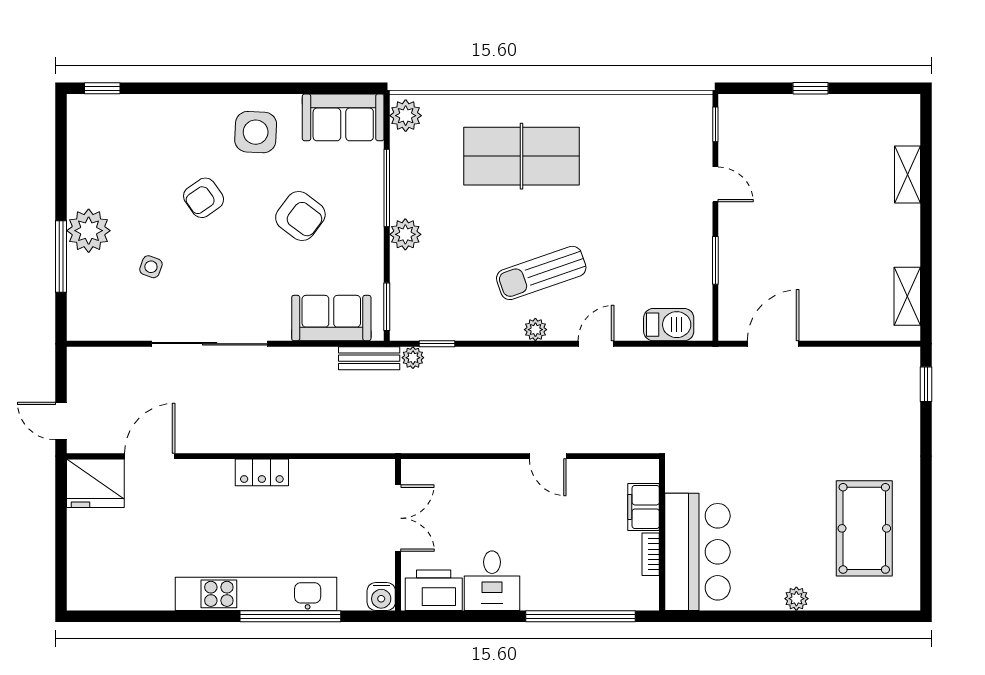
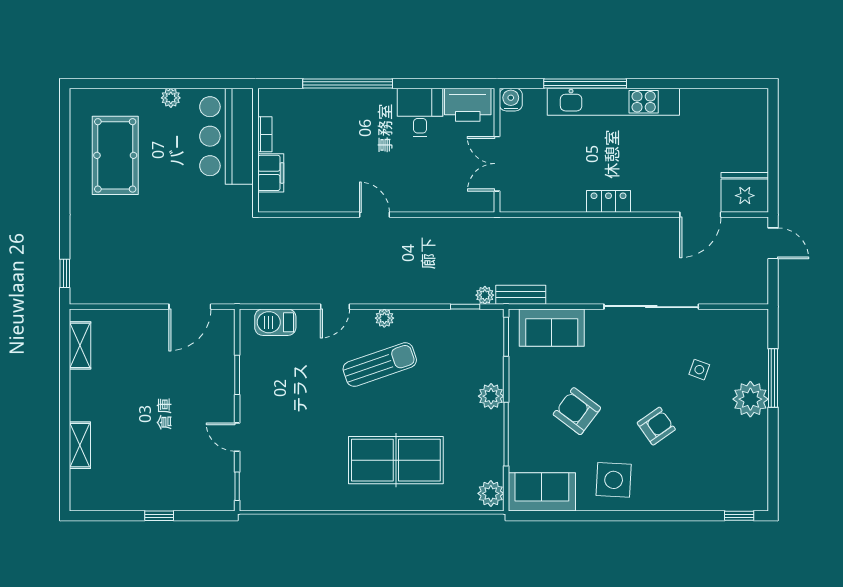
filing cabinet: (643, 507) -> (271, 173), moved
wall: (662, 535) -> (256, 150), moved
bar counter: (697, 552) -> (227, 136), moved
bookcase: (651, 554) -> (265, 134), moved

